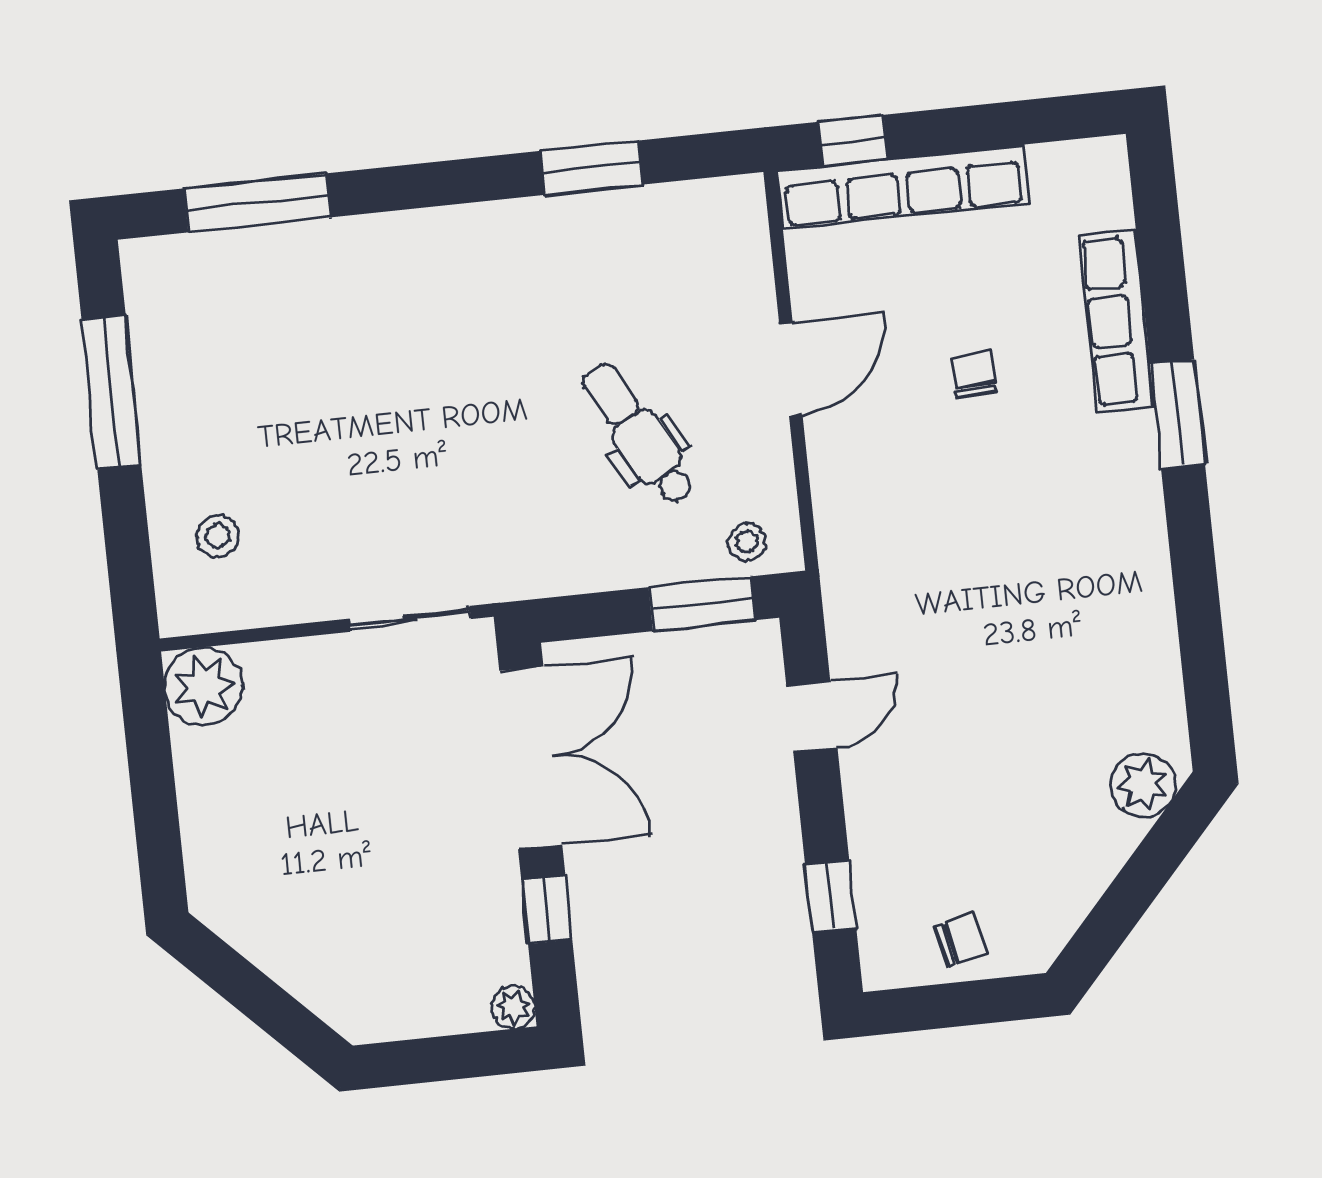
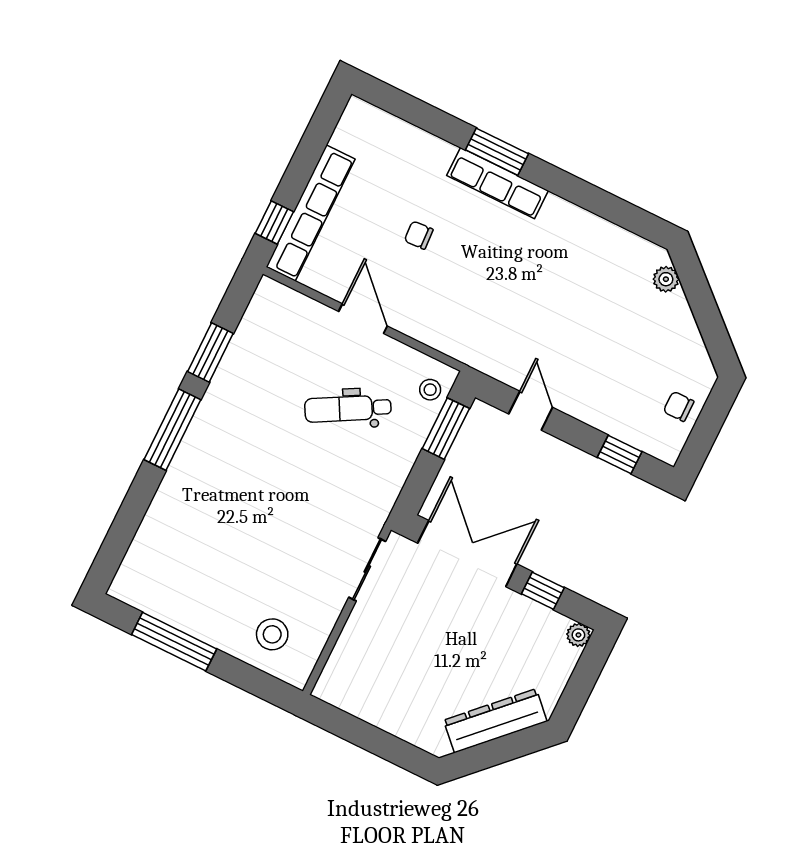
window: (257, 203) -> (172, 430), moved
row of seats: (1117, 321) -> (497, 183), moved
stool: (218, 536) -> (272, 634), width x1.37, depth x1.37
plant: (204, 686) -> (338, 685), removed
plant: (1143, 785) -> (666, 279), width x0.73, depth x0.73
chair: (962, 940) -> (679, 406), turned -77
dresser: (301, 963) -> (495, 721), added

